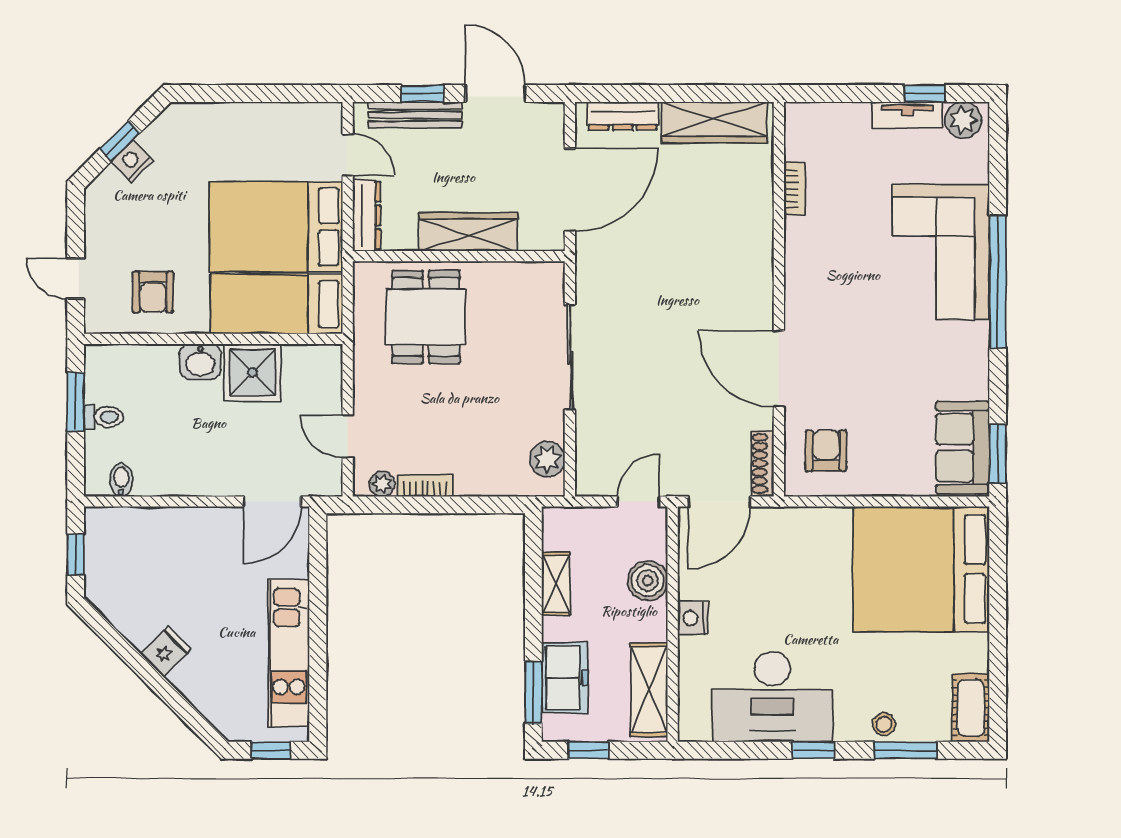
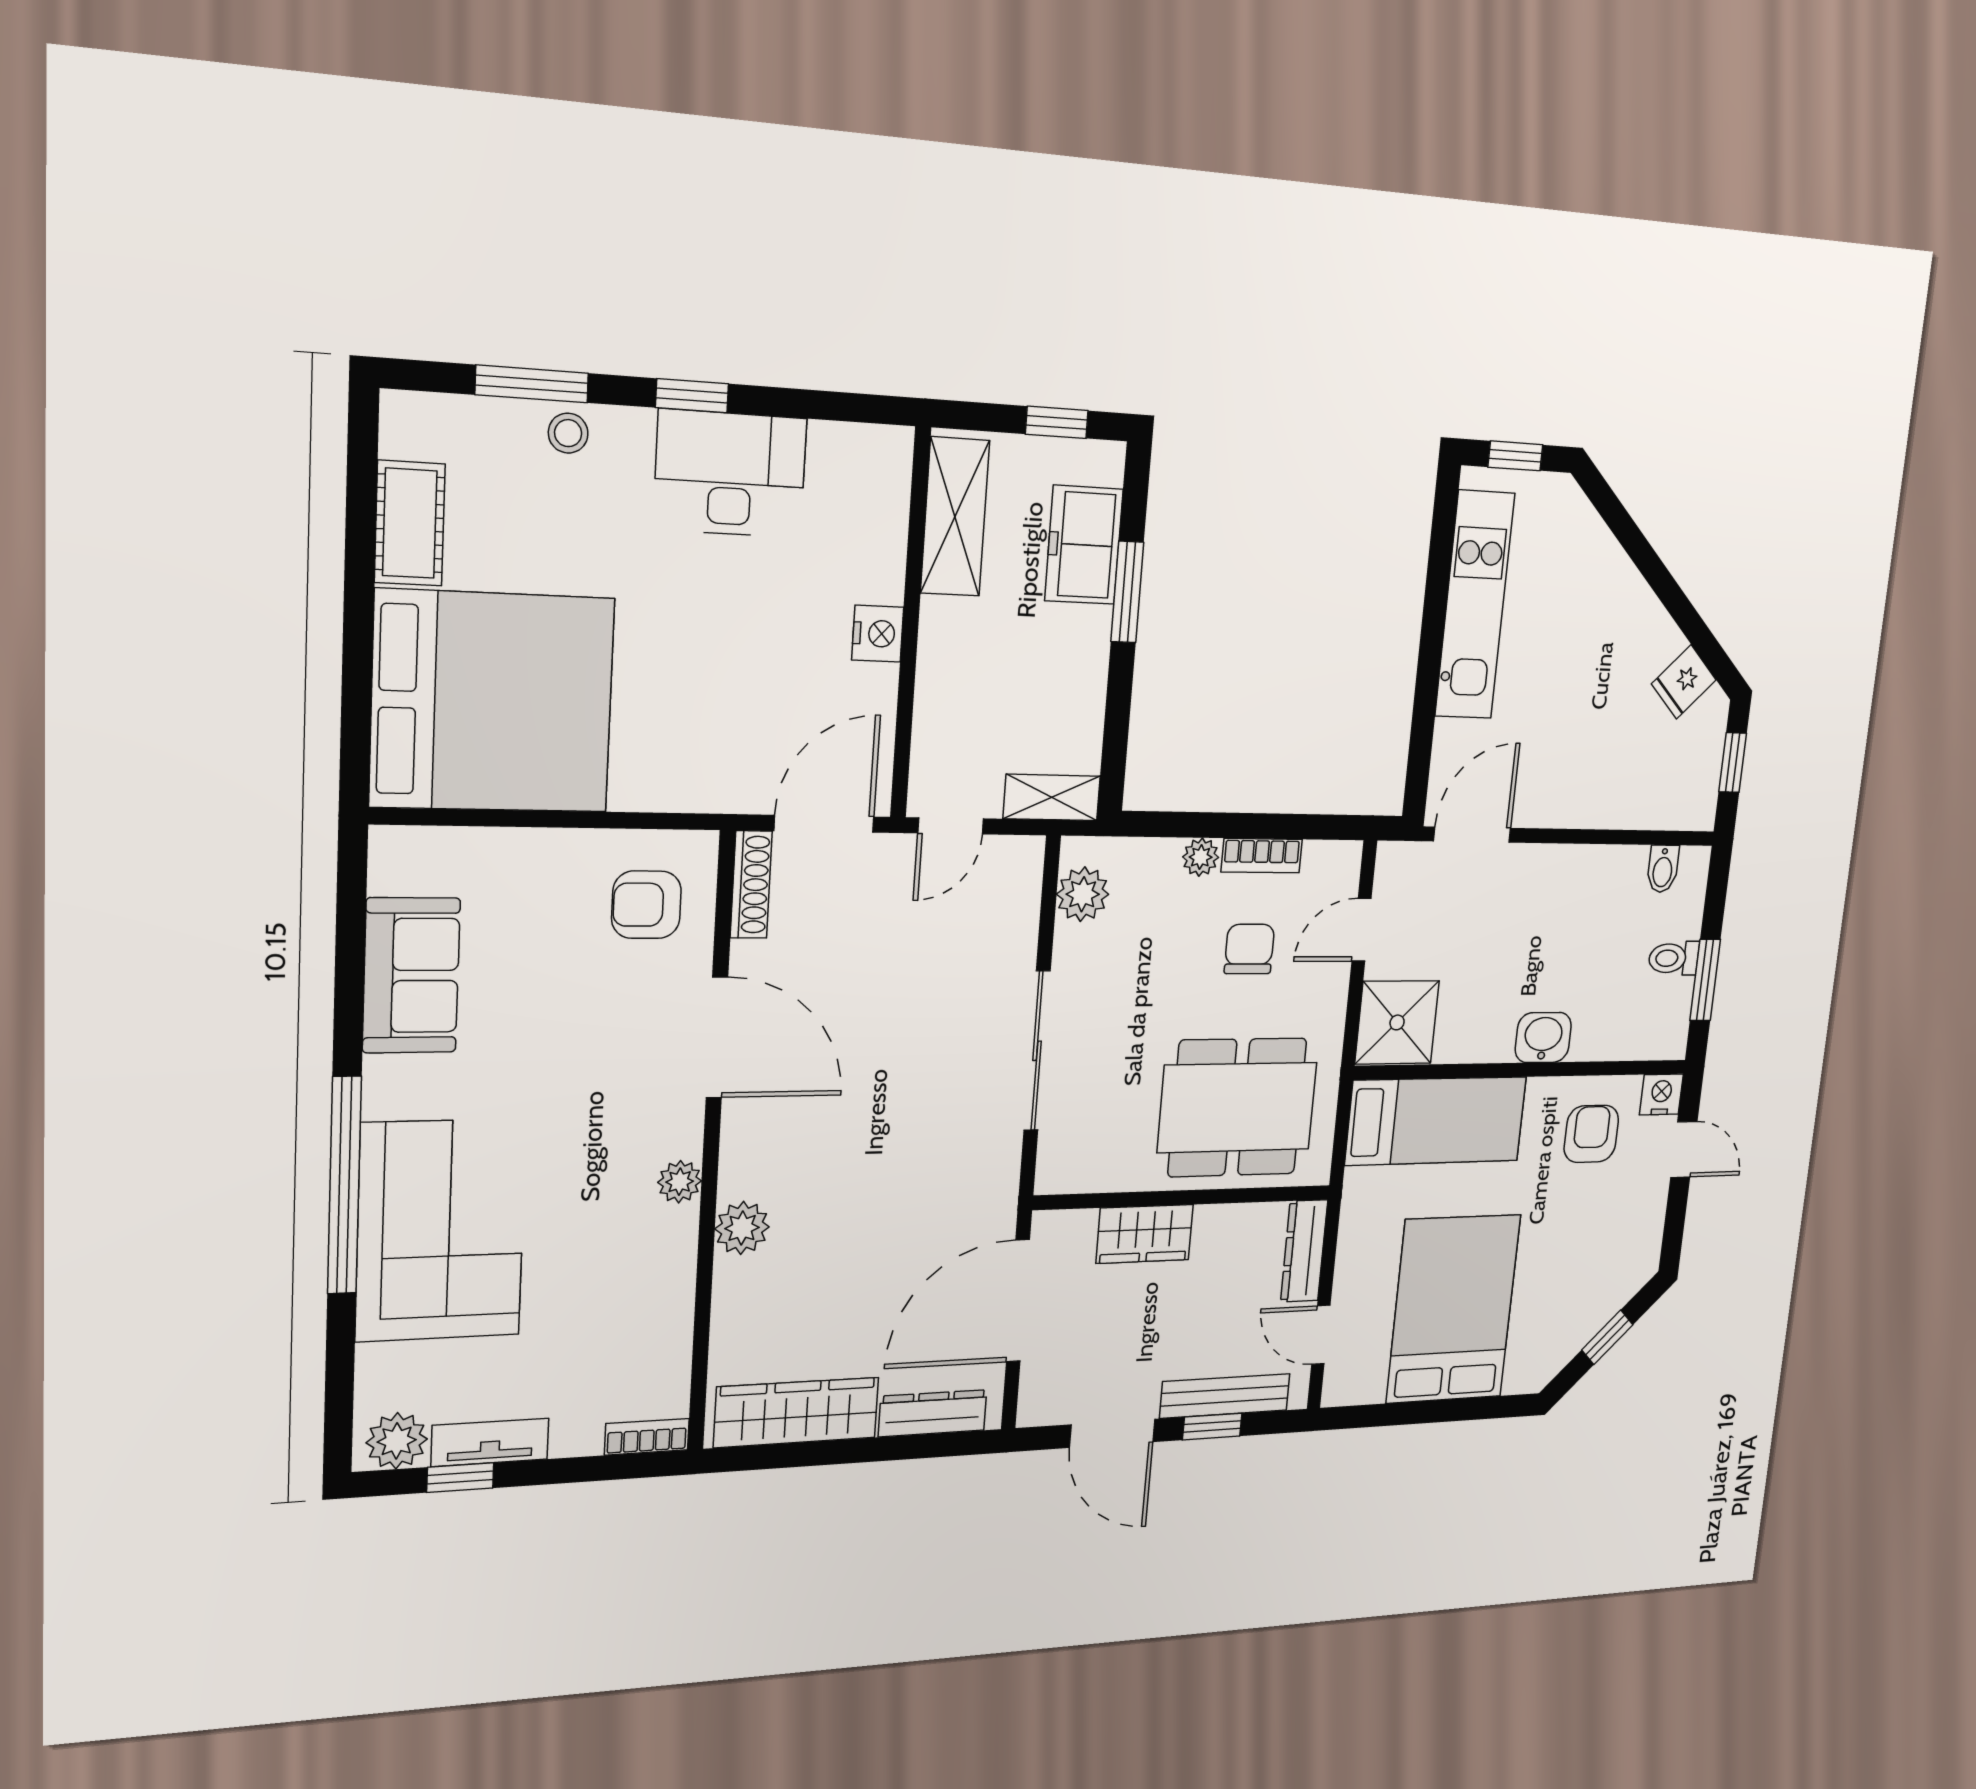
nightstand: (132, 161) -> (1661, 1094), moved, turned -135
bookcase: (794, 189) -> (647, 1437), moved, turned 90
bed: (276, 227) -> (1453, 1309), moved, turned -90
wardrobe: (468, 232) -> (1145, 1234), width x0.67
plant: (756, 246) -> (742, 1228), added
plant: (797, 278) -> (680, 1182), added
dining table: (426, 317) -> (1237, 1107), width x1.38
shower: (252, 373) -> (1397, 1022), moved
chair: (428, 424) -> (1249, 949), added
door: (348, 437) -> (1361, 930), swing flipped
sofa: (963, 448) -> (411, 975), moved
armchair: (826, 451) -> (646, 905), turned 90
window: (998, 454) -> (351, 898), removed
plant: (382, 484) -> (1201, 857), moved
boiler: (648, 581) -> (945, 698), removed
shelving: (556, 584) -> (1052, 797), moved, turned 90
fridge: (166, 652) -> (1684, 682), moved
window: (533, 692) -> (1127, 592), moved
desk: (772, 697) -> (730, 474), width x0.73, depth x0.77
cot: (971, 708) -> (410, 523), moved

